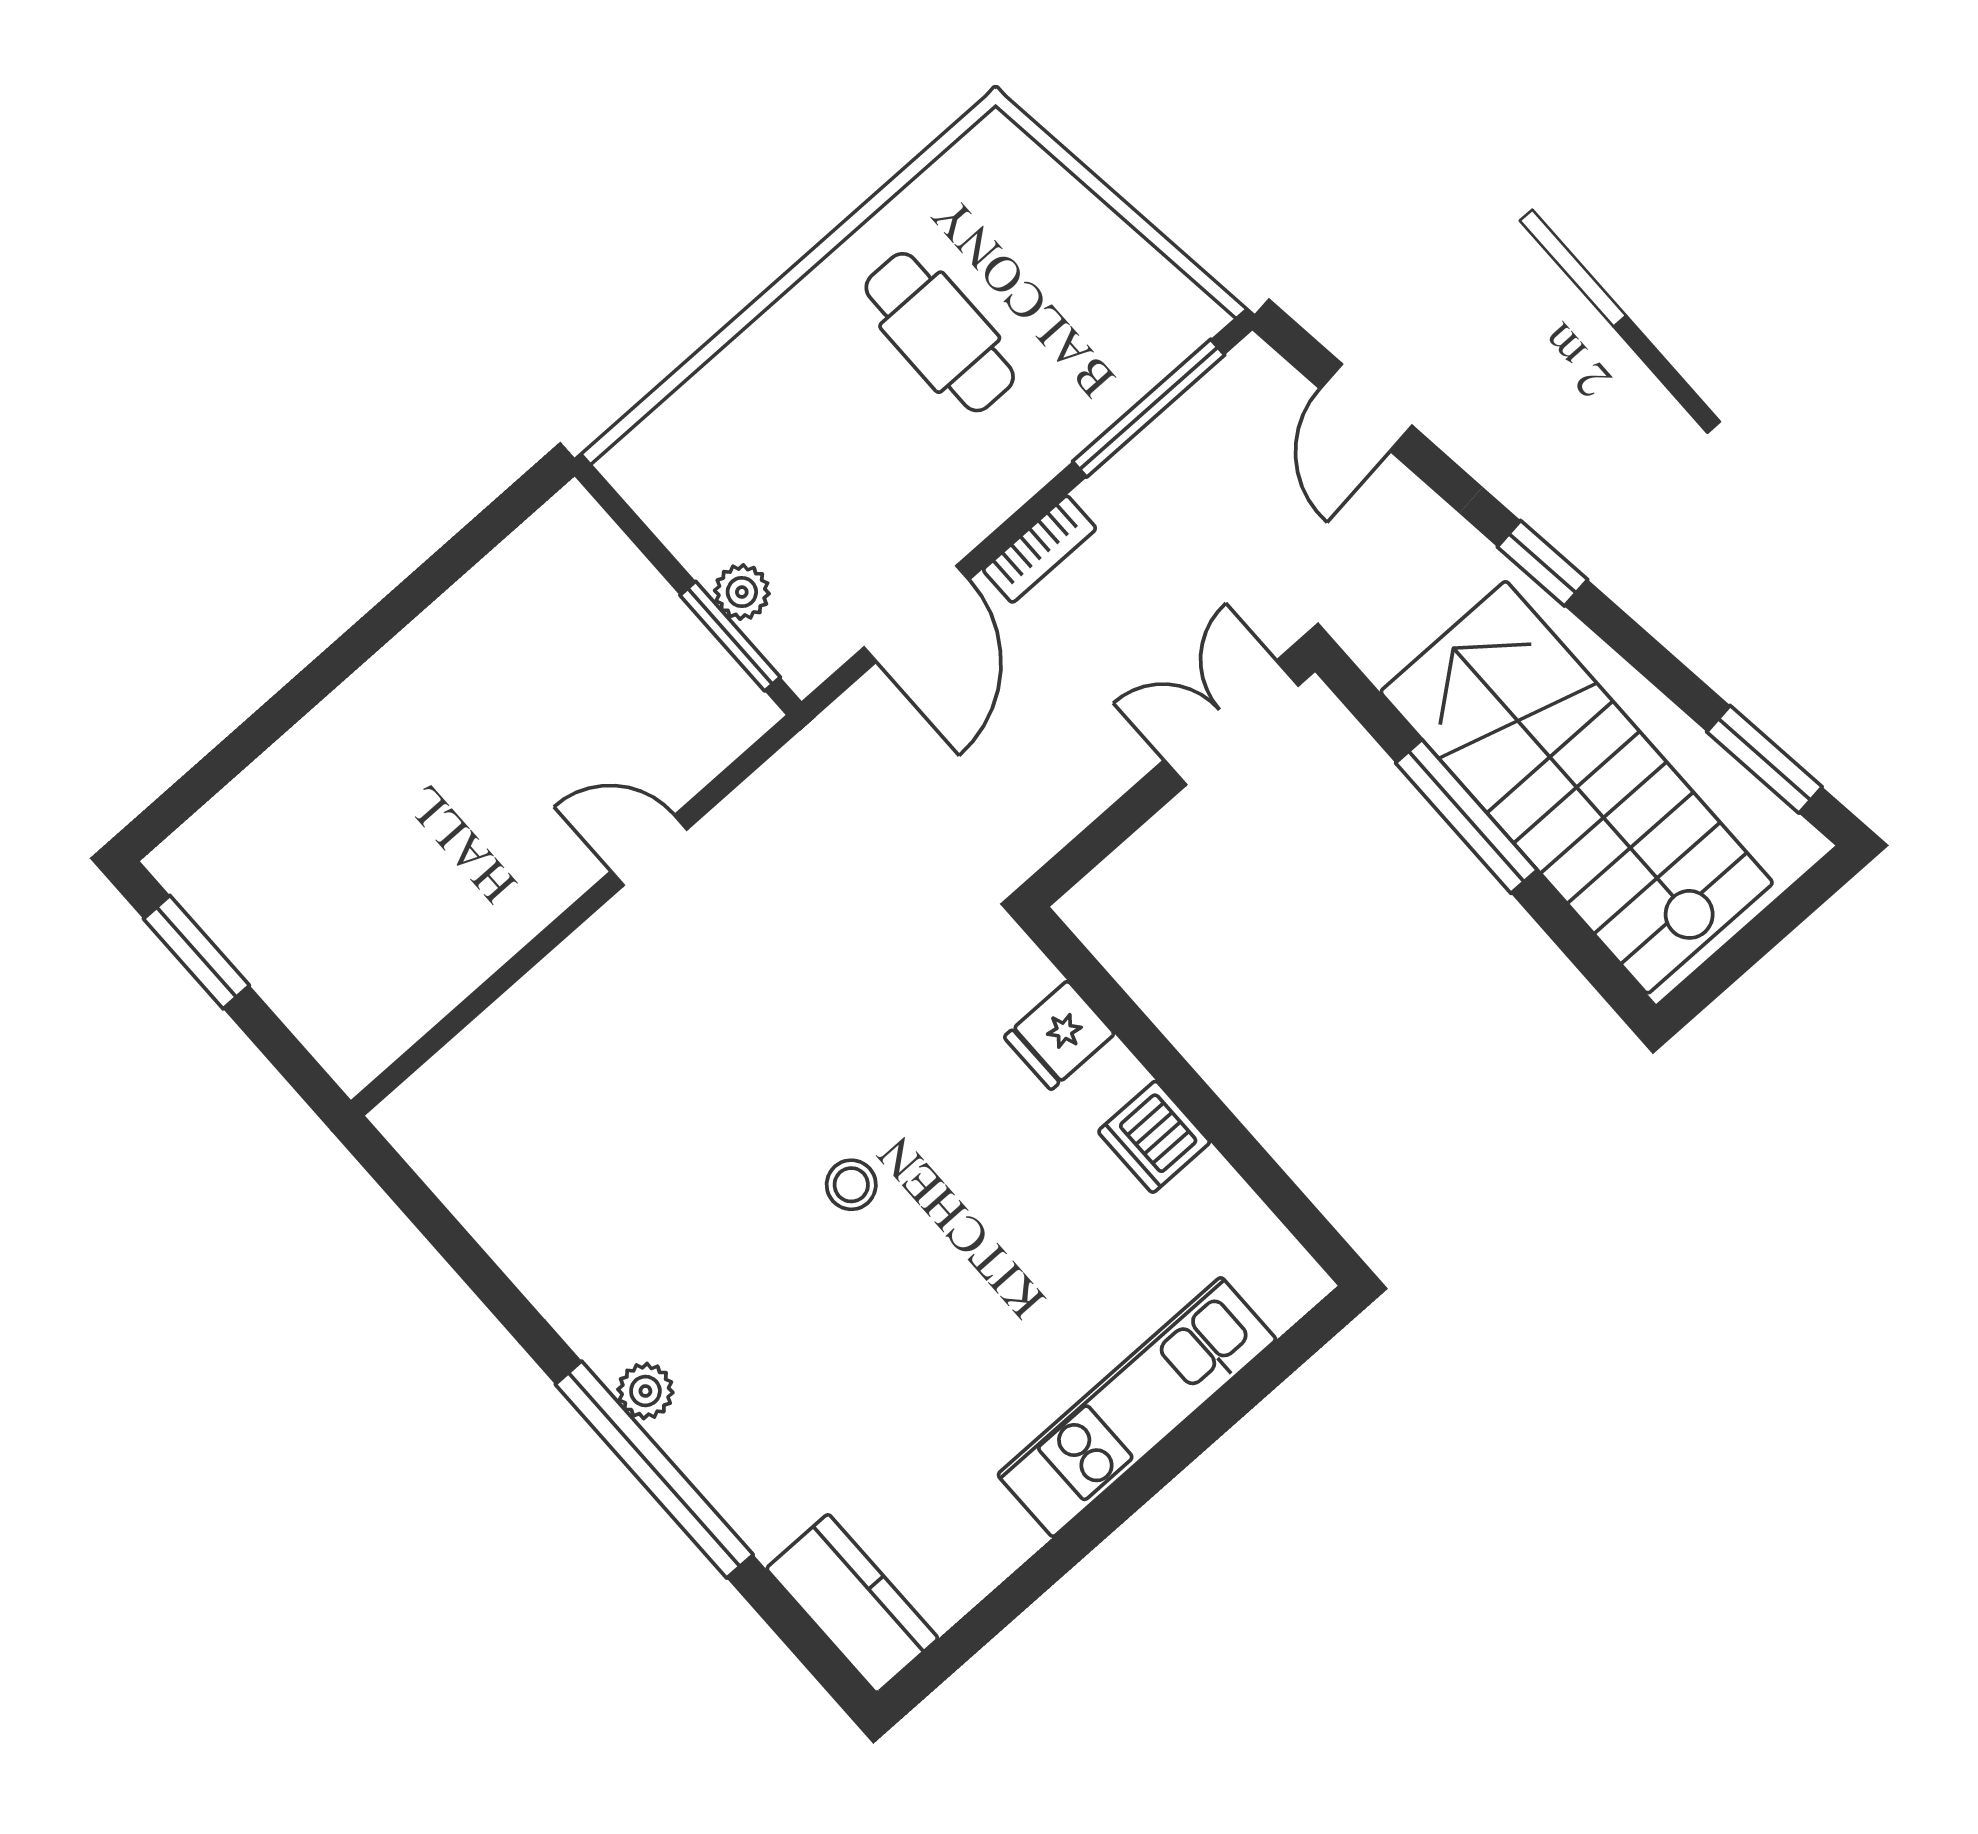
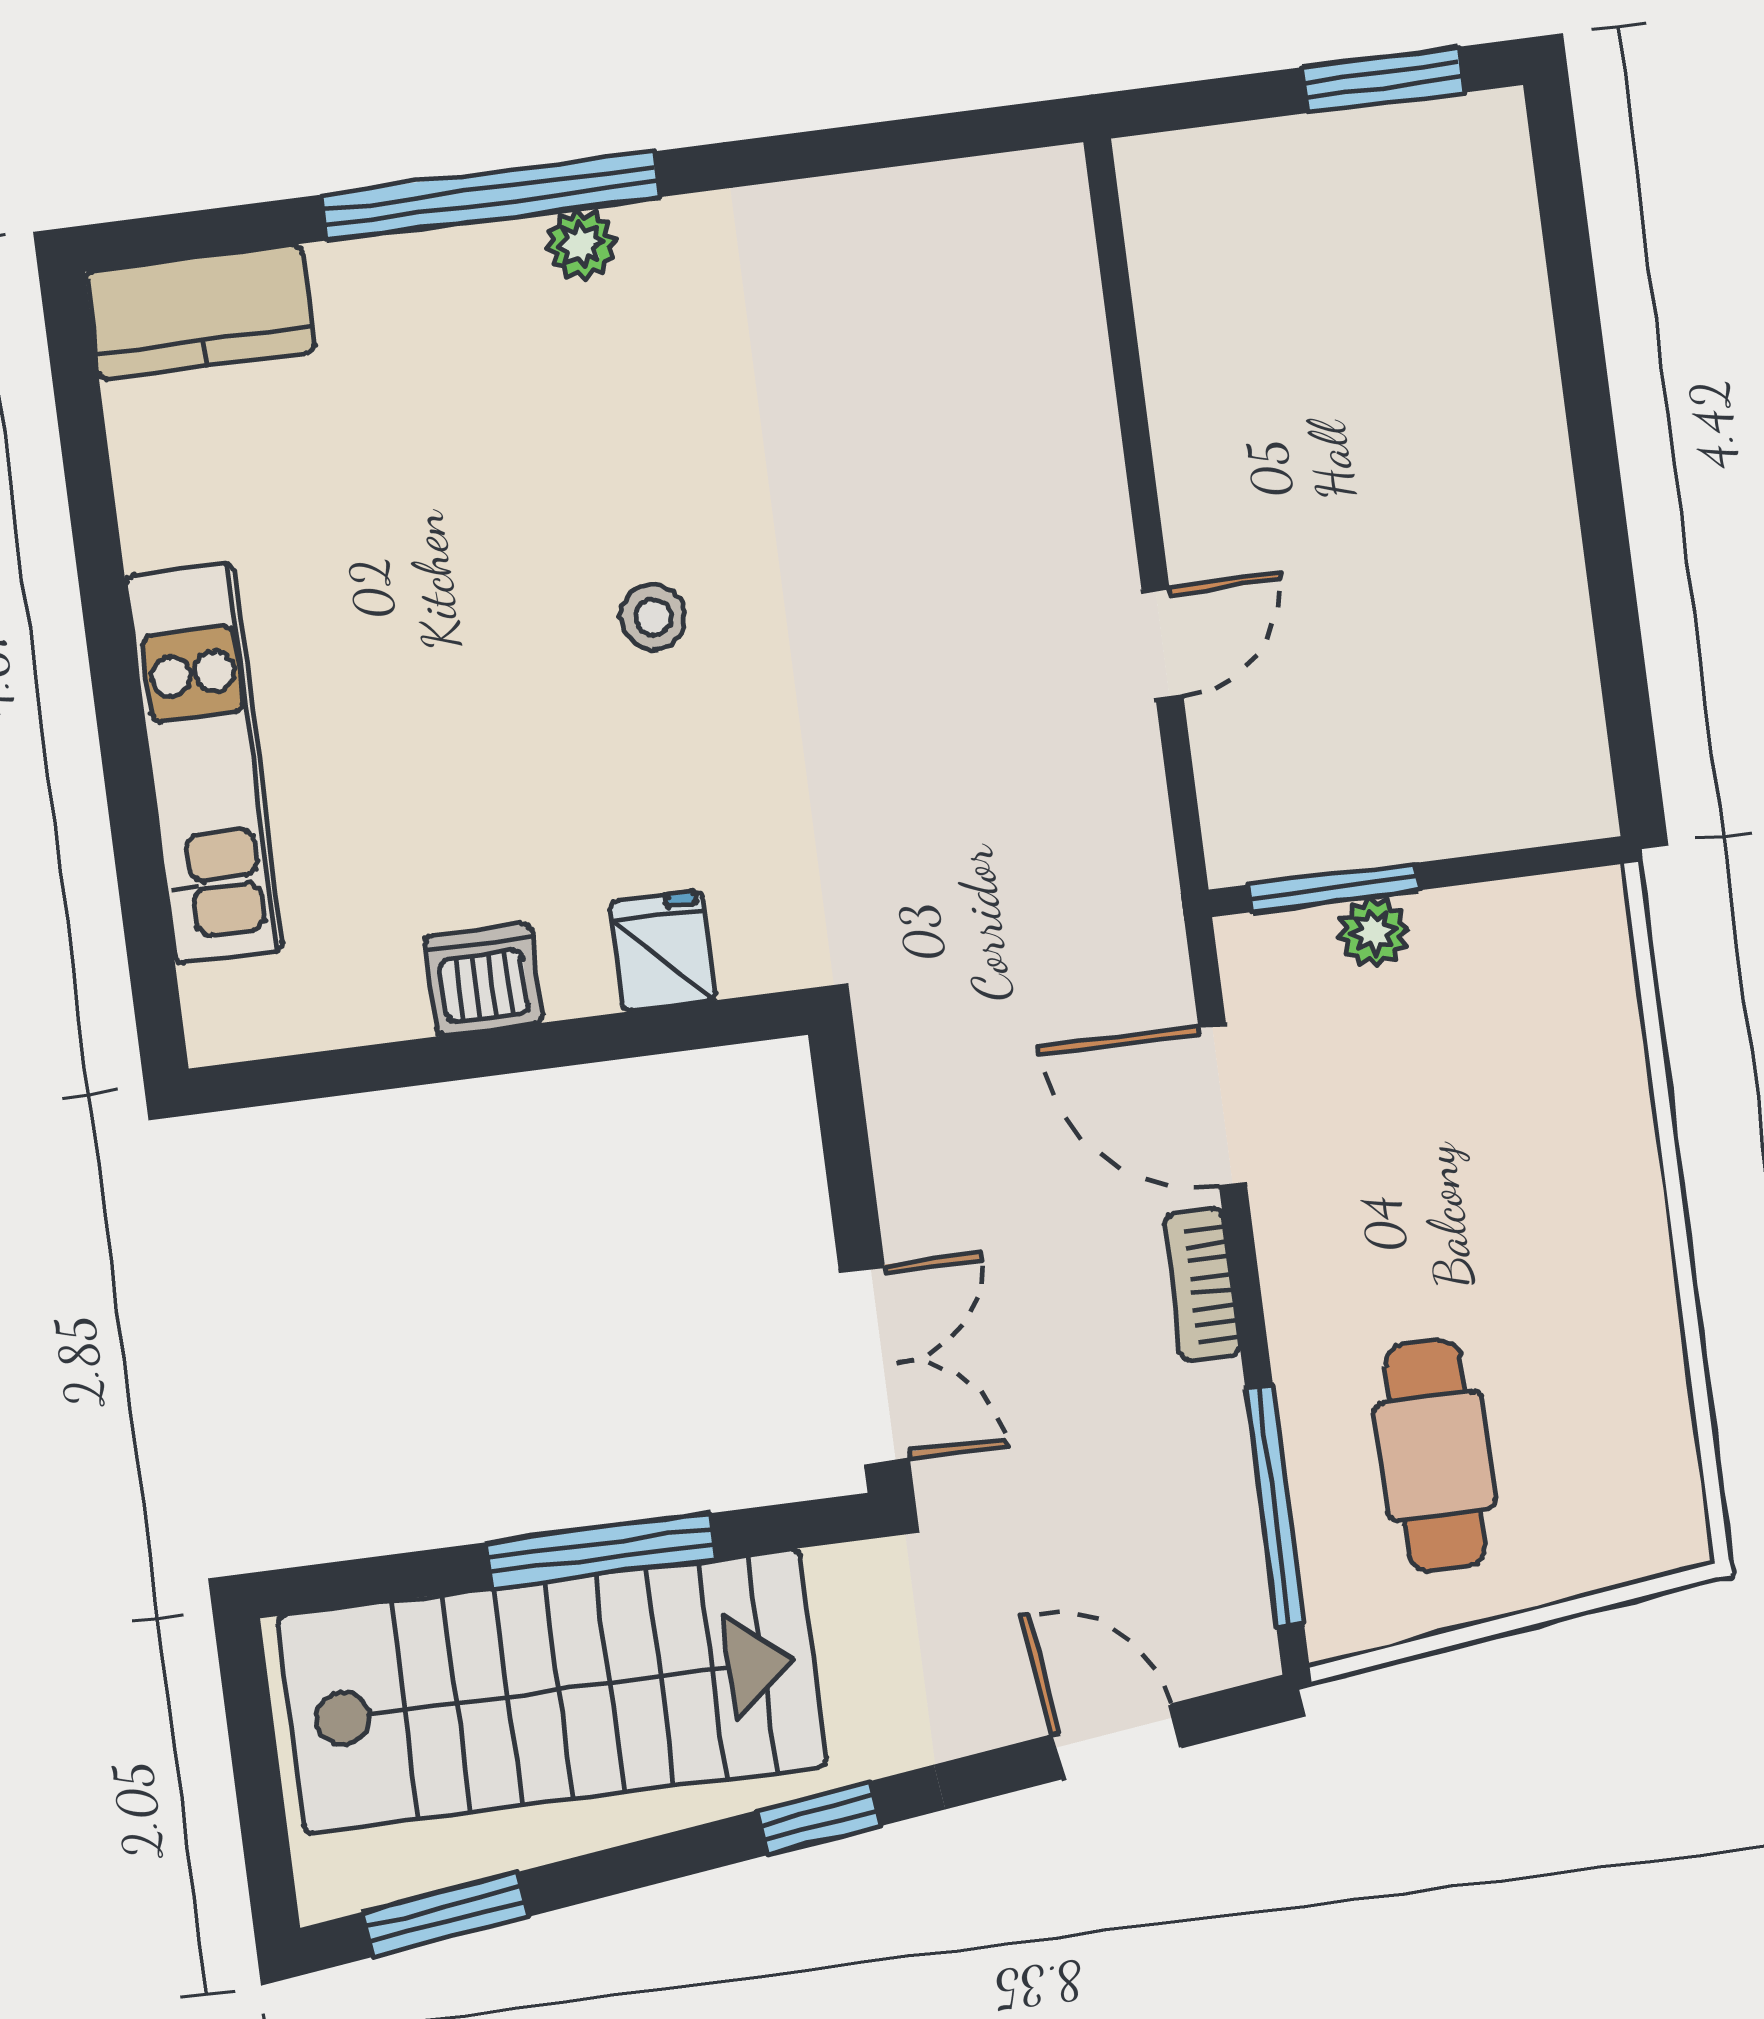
cafe table: (940, 332) -> (1435, 1456), moved, turned 90

